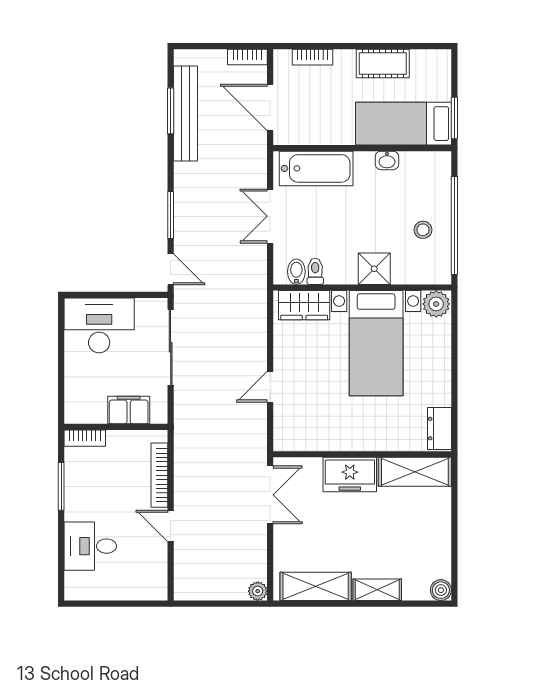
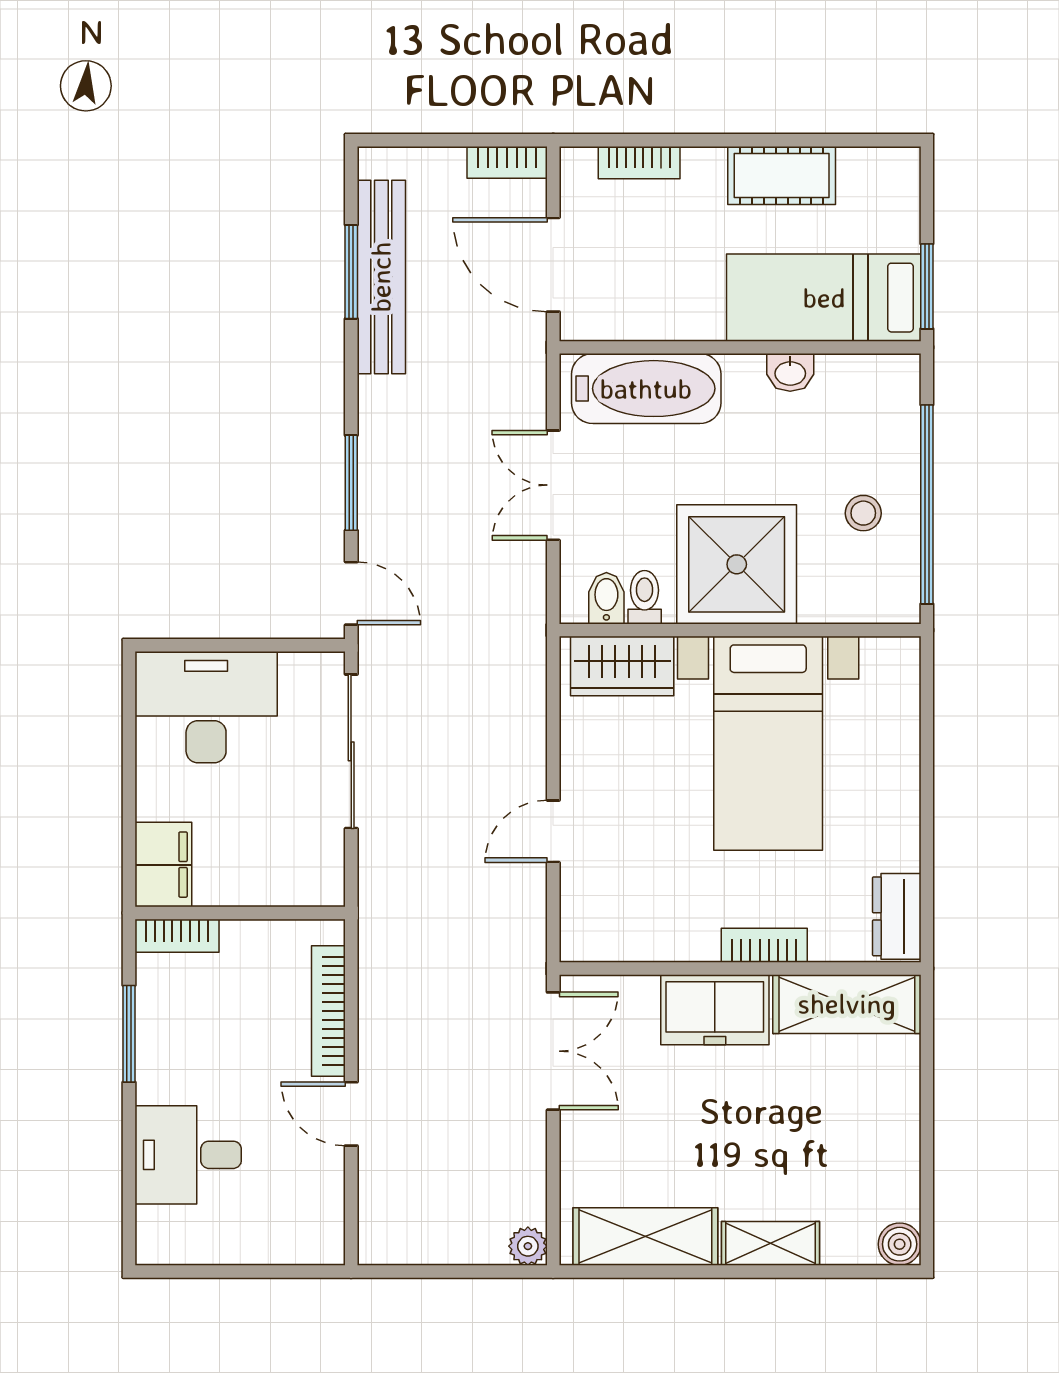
shower: (374, 269) -> (737, 564), width x1.86, depth x1.86
plant: (436, 304) -> (890, 664), removed
filing cabinet: (129, 410) -> (163, 865), moved, turned 90
bookcase: (374, 443) -> (764, 945), added

